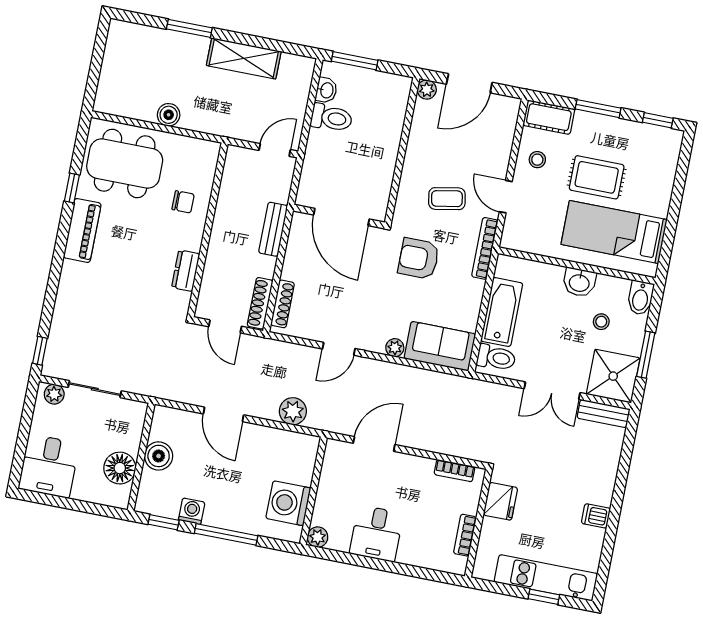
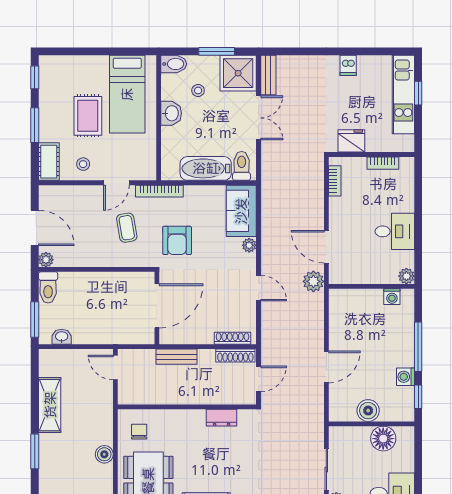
toilet: (331, 118) -> (48, 287), moved, turned 180
chair: (183, 202) -> (139, 432), moved
plant: (293, 411) -> (313, 281), moved
washing machine: (288, 503) -> (392, 297), width x0.53, depth x0.53

